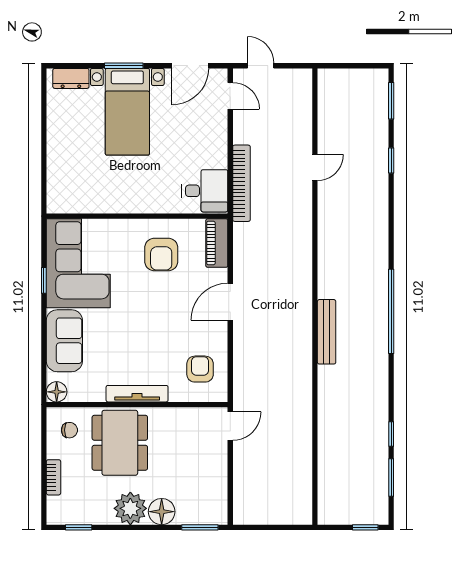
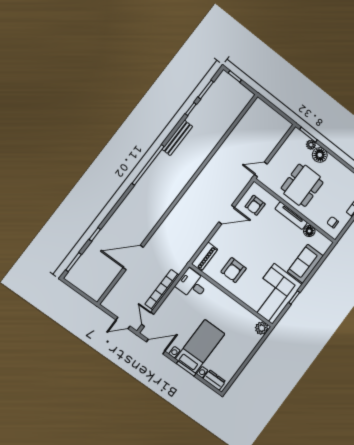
door: (261, 66) -> (123, 323), hinge flipped
door: (315, 167) -> (133, 258), width x1.88
bookcase: (241, 183) -> (162, 290), moved
plant: (58, 202) -> (262, 328), added
armchair: (161, 254) -> (234, 270), turned 180
door: (230, 302) -> (227, 215), moved
bench: (327, 332) -> (177, 138), moved
floor lamp: (57, 392) -> (309, 231), moved
dining table: (120, 443) -> (302, 185), moved
plant: (130, 508) -> (311, 145), moved, width x0.53, depth x0.53

